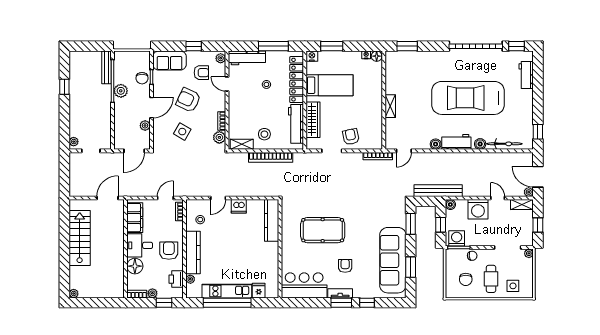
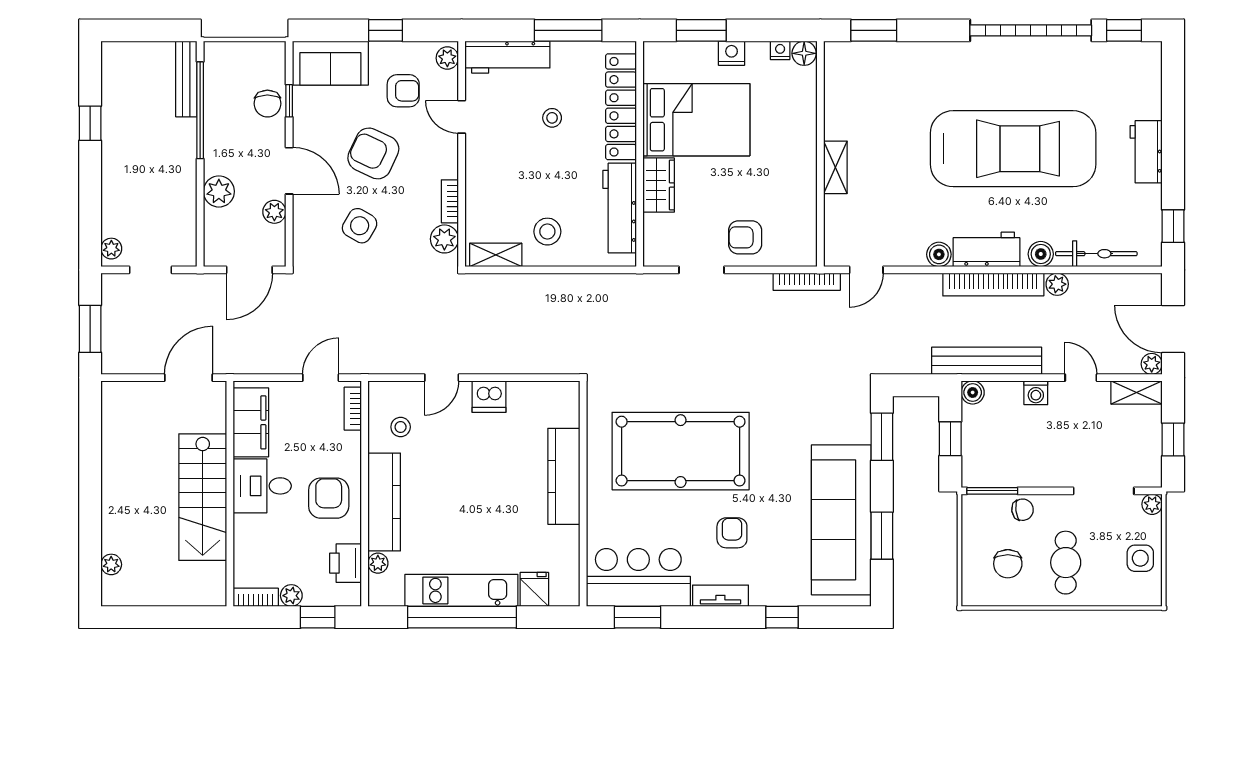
nightstand: (312, 56) -> (732, 53), moved
workbench: (526, 75) -> (1146, 152), moved
bed: (330, 85) -> (696, 120), width x1.50
plant: (121, 91) -> (219, 191), moved
car: (468, 98) -> (1013, 149), turned 180
door: (151, 108) -> (289, 171), hinge flipped
wardrobe: (313, 120) -> (659, 185), width x0.67
armchair: (351, 137) -> (745, 237), turned -78
bookcase: (271, 157) -> (993, 285), moved
plant: (487, 157) -> (1057, 284), added
window: (64, 177) -> (90, 329), added
bench: (438, 191) -> (987, 361), moved
washing machine: (478, 209) -> (1036, 393), width x0.53, depth x0.53
kitchen counter: (272, 220) -> (564, 476), moved
pool table: (323, 230) -> (681, 451), width x1.36, depth x1.32
stairs: (80, 238) -> (203, 497), moved, turned 180
washing machine: (457, 238) -> (987, 470), removed
floor lamp: (135, 266) -> (251, 533), removed
side table: (513, 286) -> (1140, 558), moved
plant: (74, 294) -> (111, 564), moved
window: (341, 303) -> (637, 617), moved

